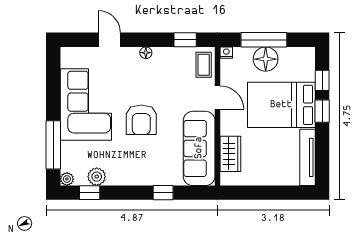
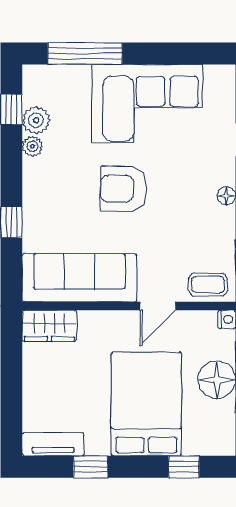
window: (322, 111) -> (91, 467), moved
wardrobe: (230, 154) -> (49, 326), moved
tv unit: (307, 157) -> (53, 444), width x0.71
plant: (67, 179) -> (32, 146), moved

